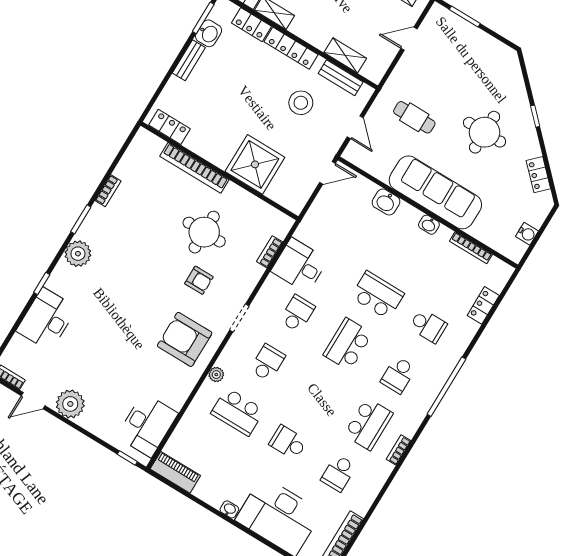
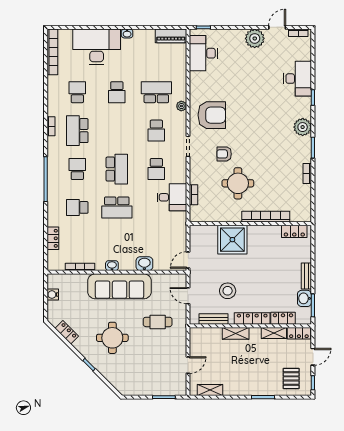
shelving: (345, 55) -> (236, 333), moved
school desk: (288, 442) -> (117, 92), turned 90

